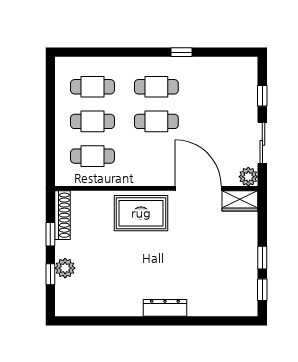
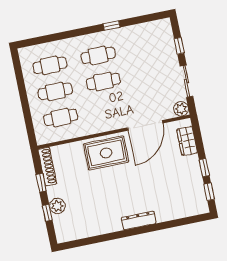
door: (198, 188) -> (145, 125), swing flipped
wardrobe: (240, 201) -> (187, 141), moved, turned 90

